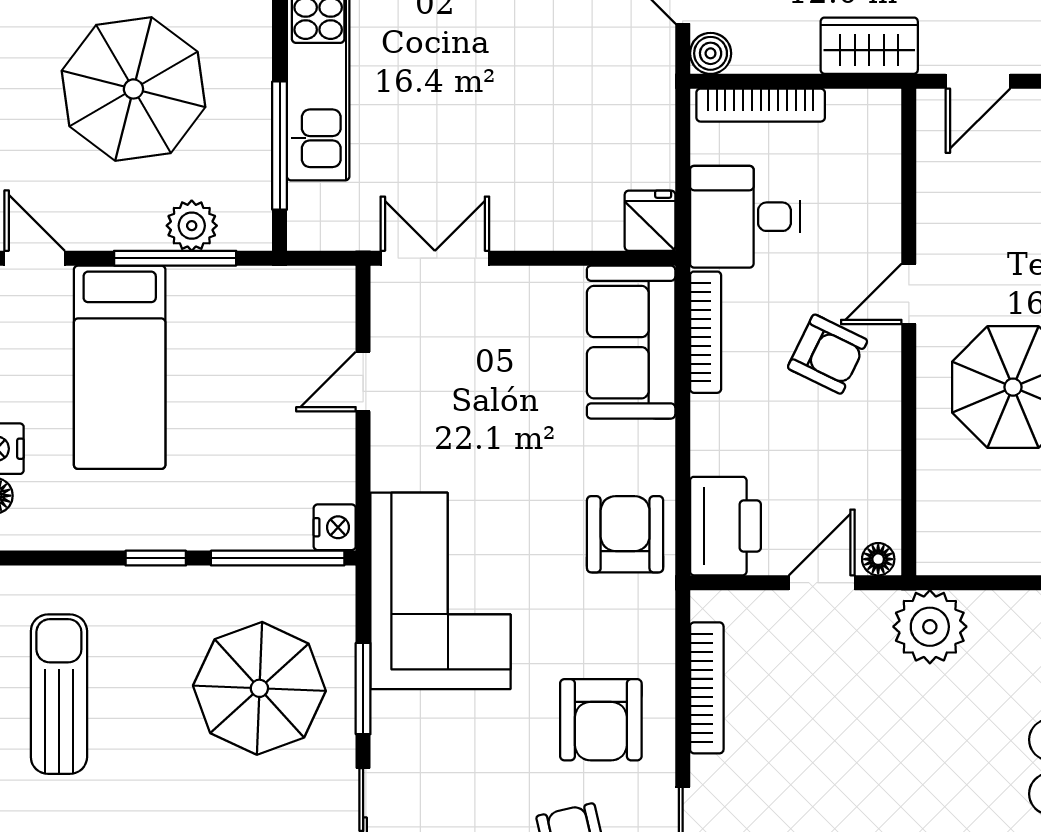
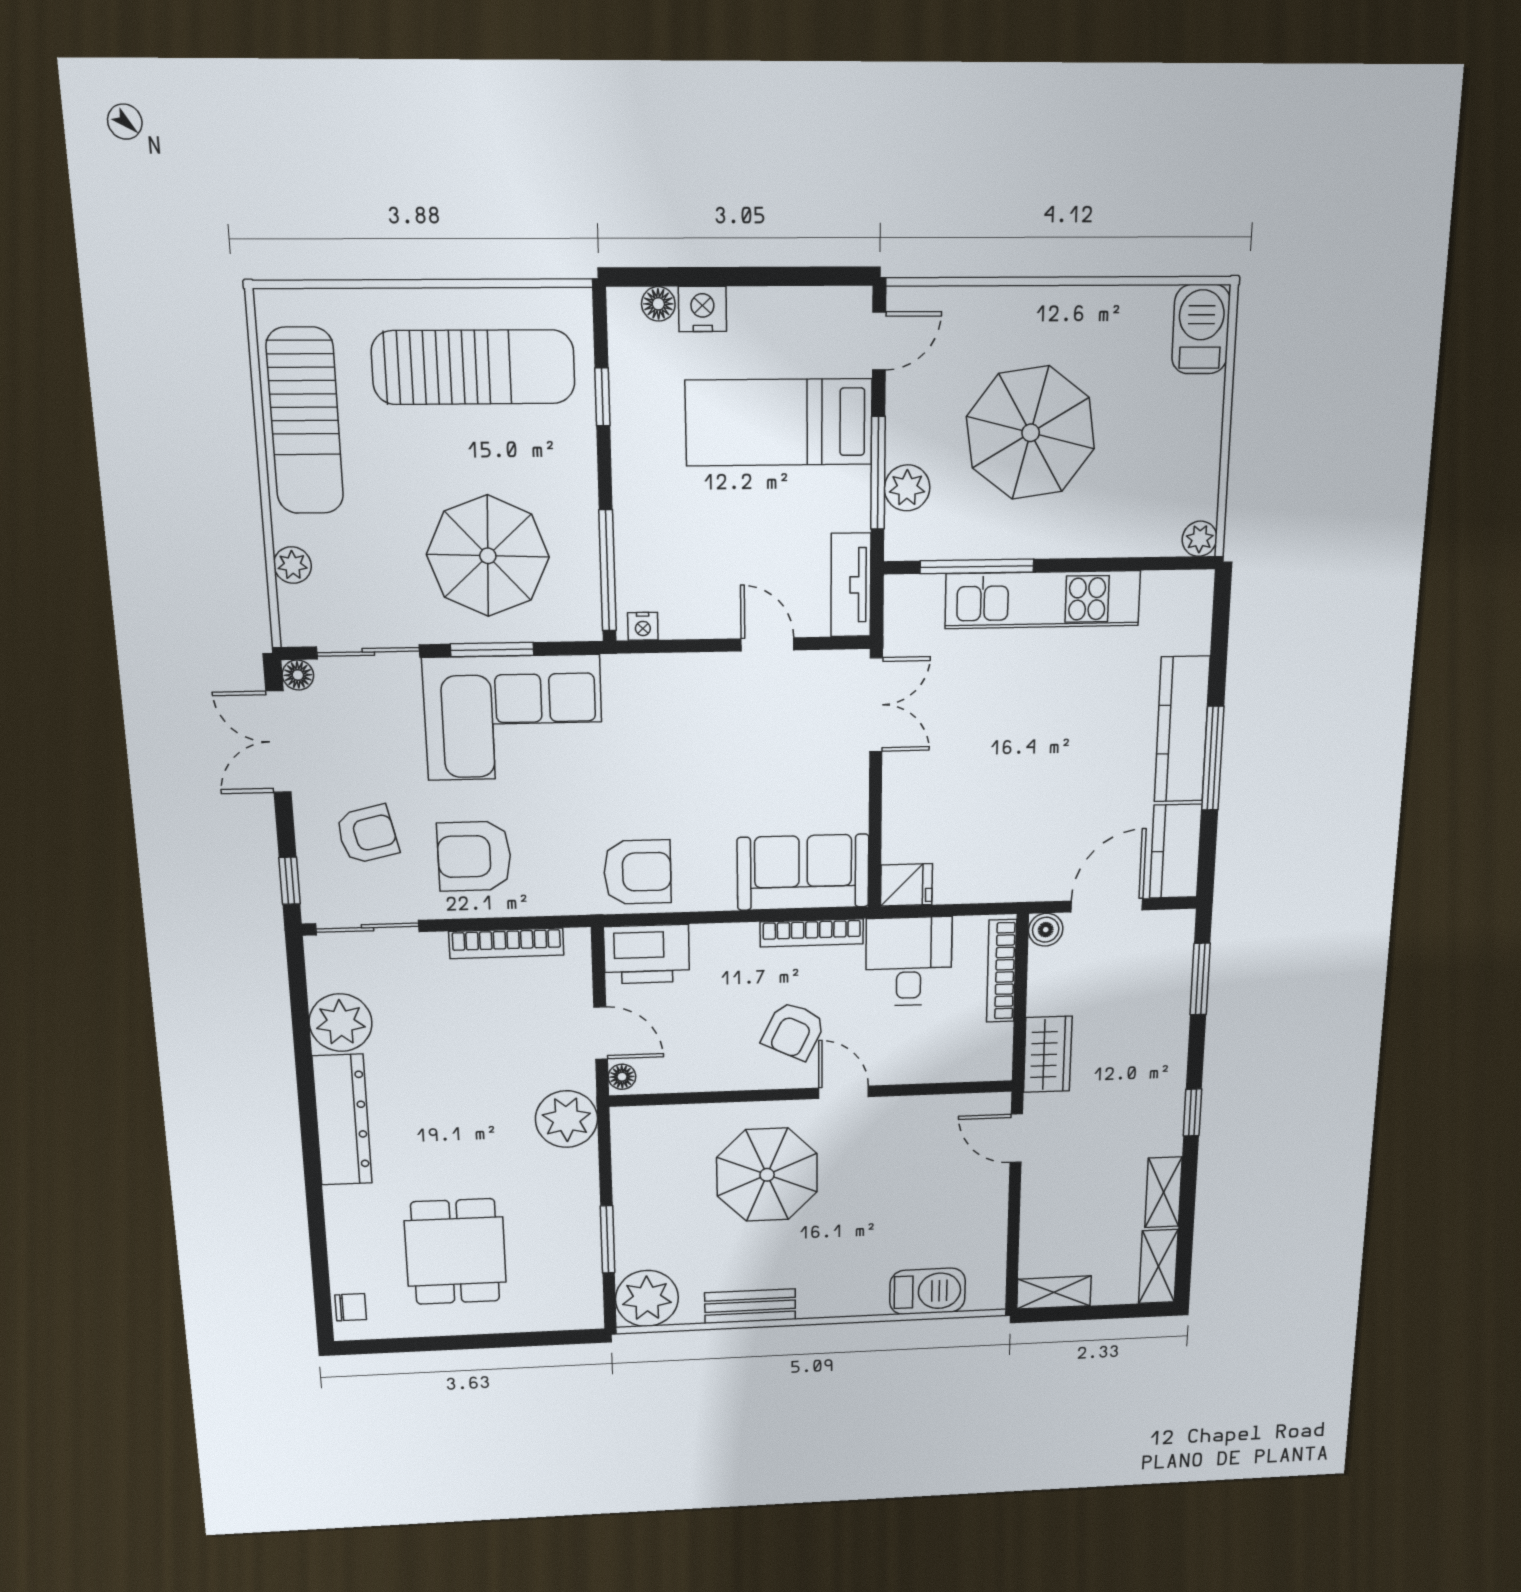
tv unit: (298, 288) -> (851, 585), added
nightstand: (335, 527) -> (643, 626), width x0.72, depth x0.74
window: (156, 558) -> (602, 397), moved
corner sofa: (441, 591) -> (513, 718), moved
sun lounger: (59, 694) -> (473, 367), width x1.36, depth x1.34

